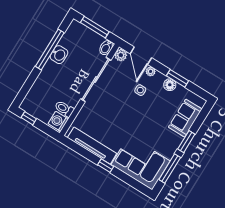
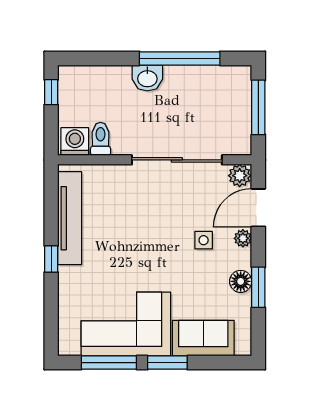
bidet: (106, 48) -> (237, 145), removed
washbasin: (59, 55) -> (147, 78), moved
corner sofa: (141, 163) -> (126, 324), moved, turned -90

